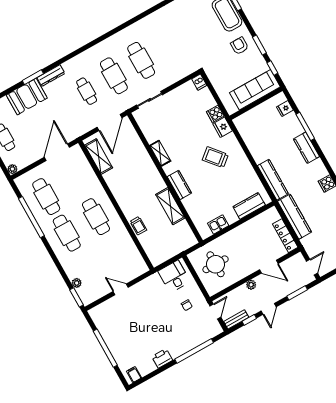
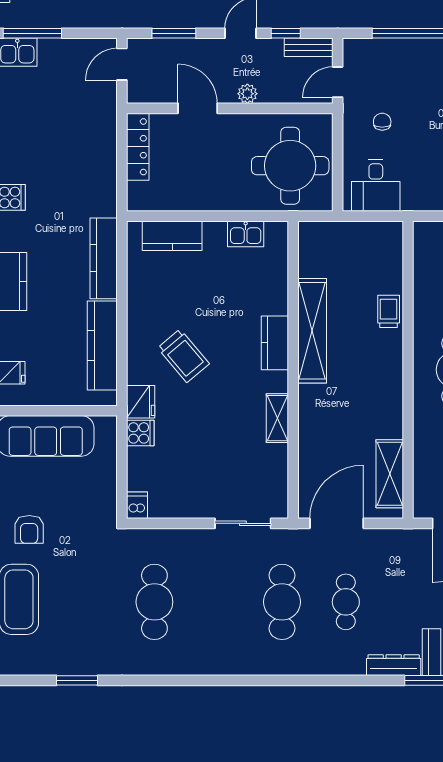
cafe table: (141, 60) -> (154, 602), moved
shelving: (170, 206) -> (312, 331), width x1.47
kitchen counter: (295, 217) -> (102, 346), moved
round table: (216, 264) -> (290, 166), width x1.36, depth x1.36

